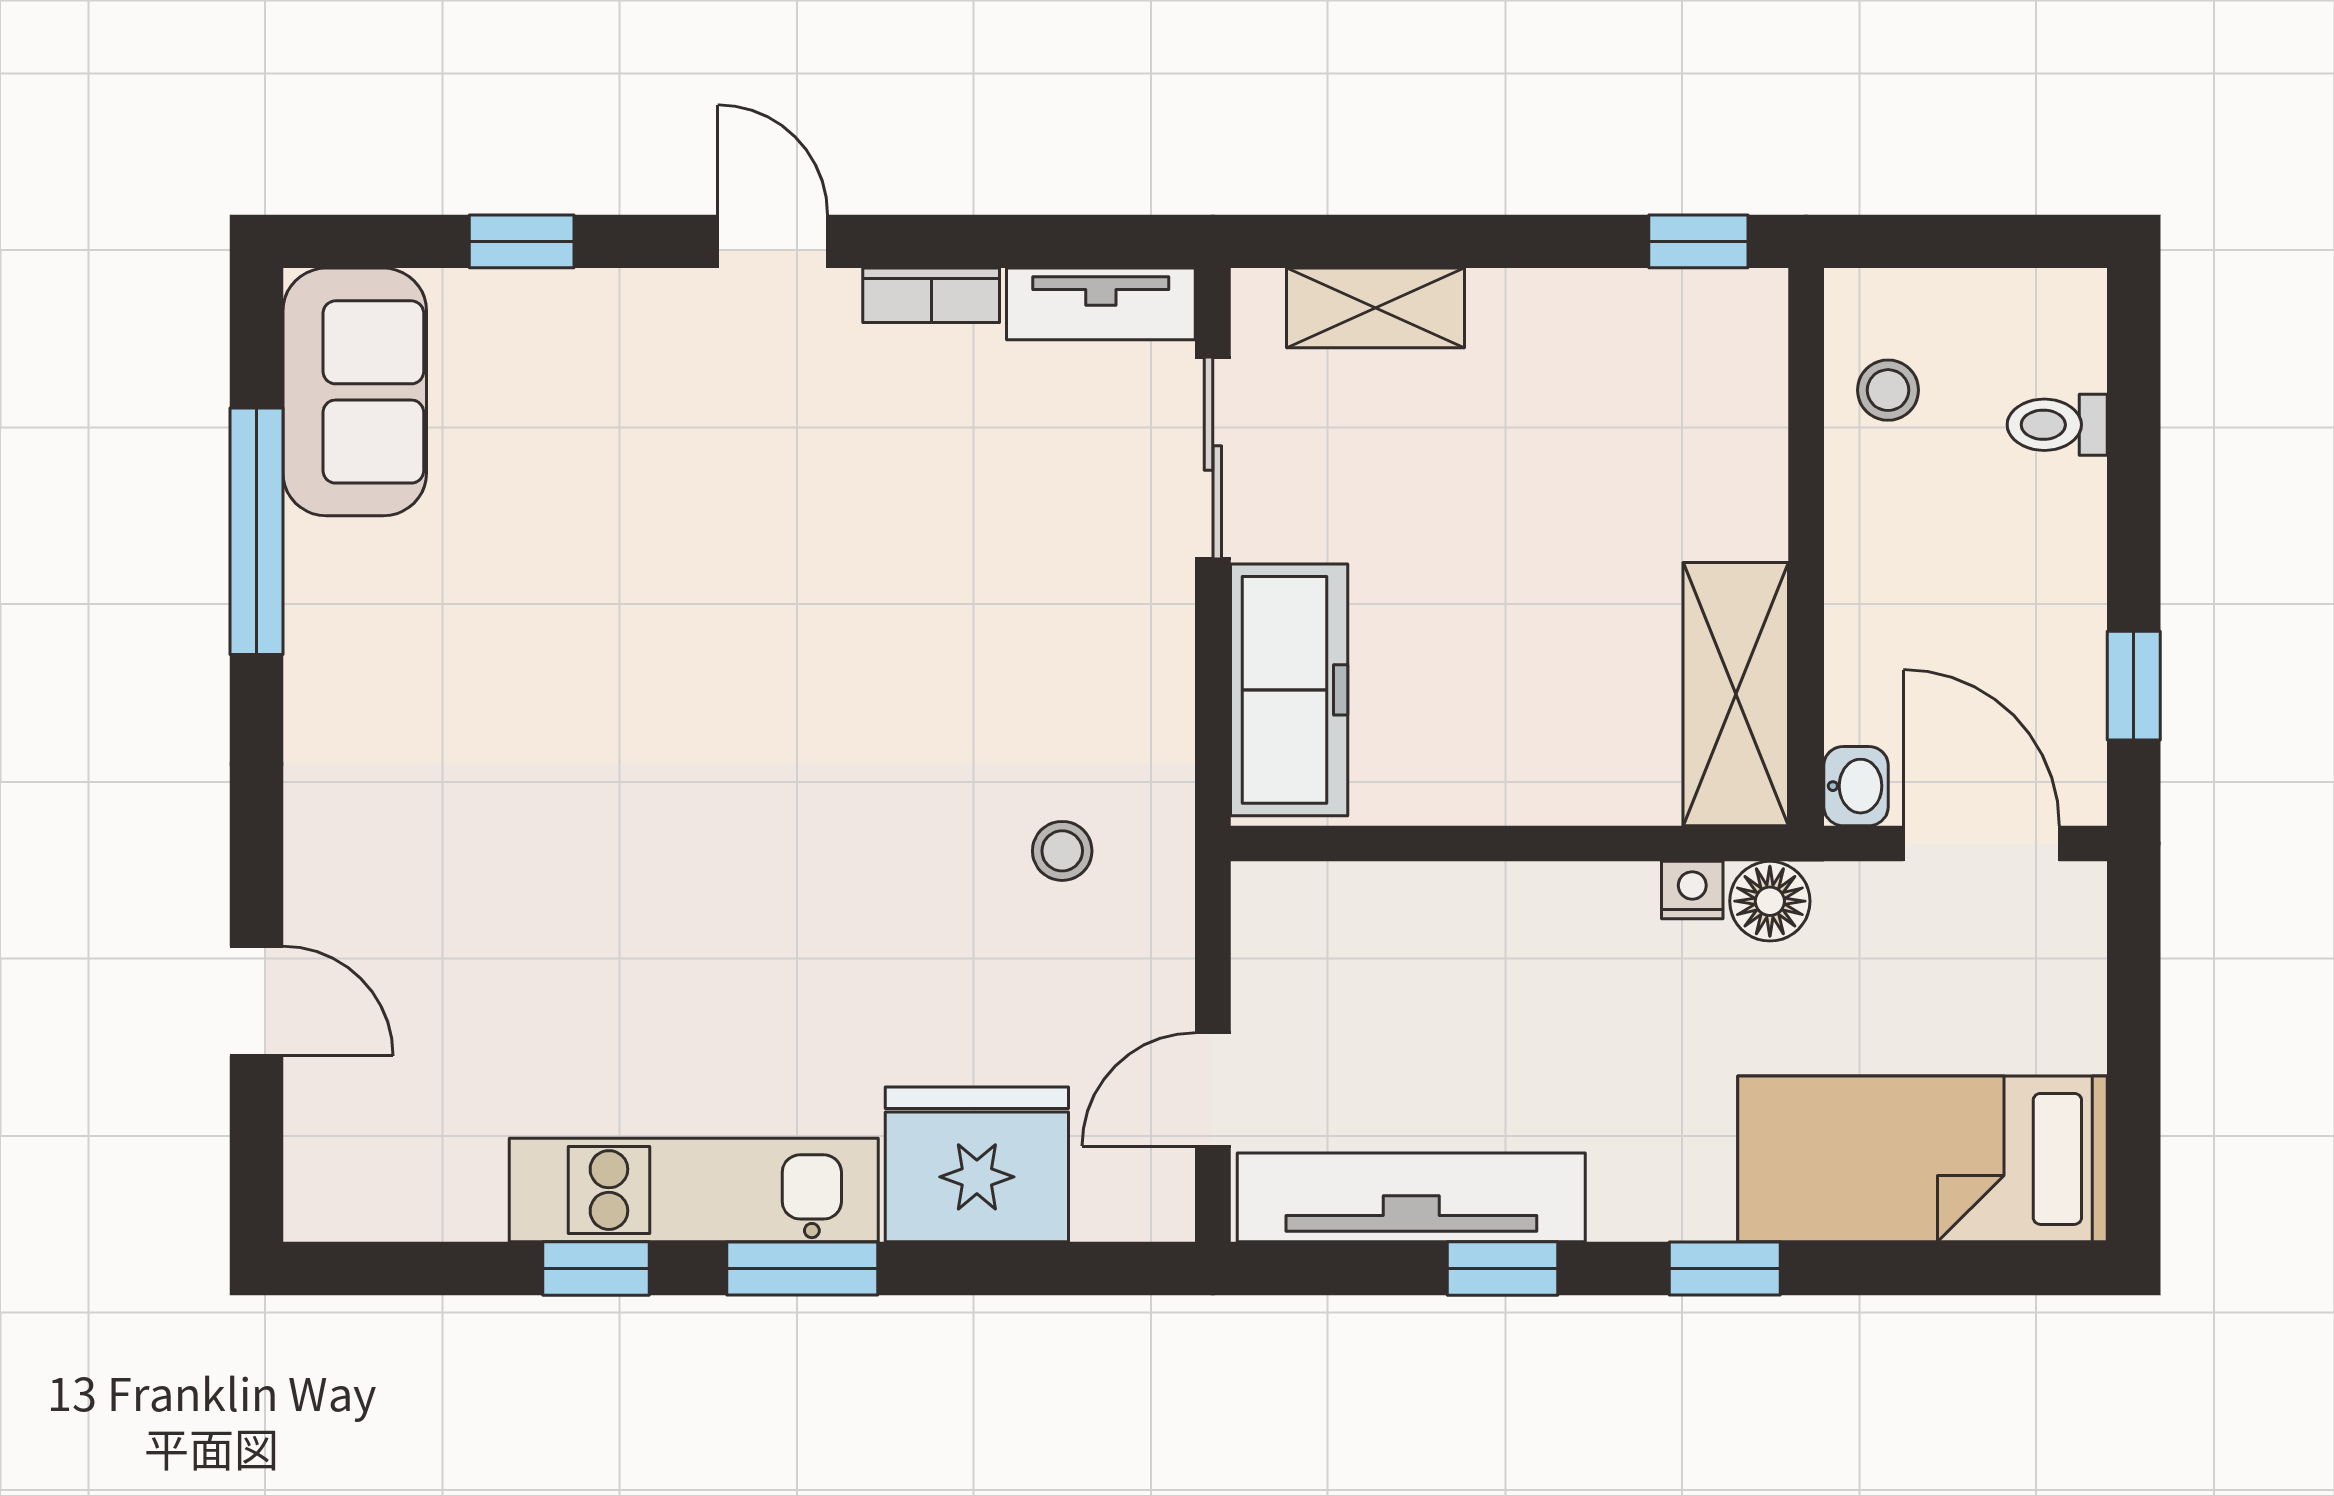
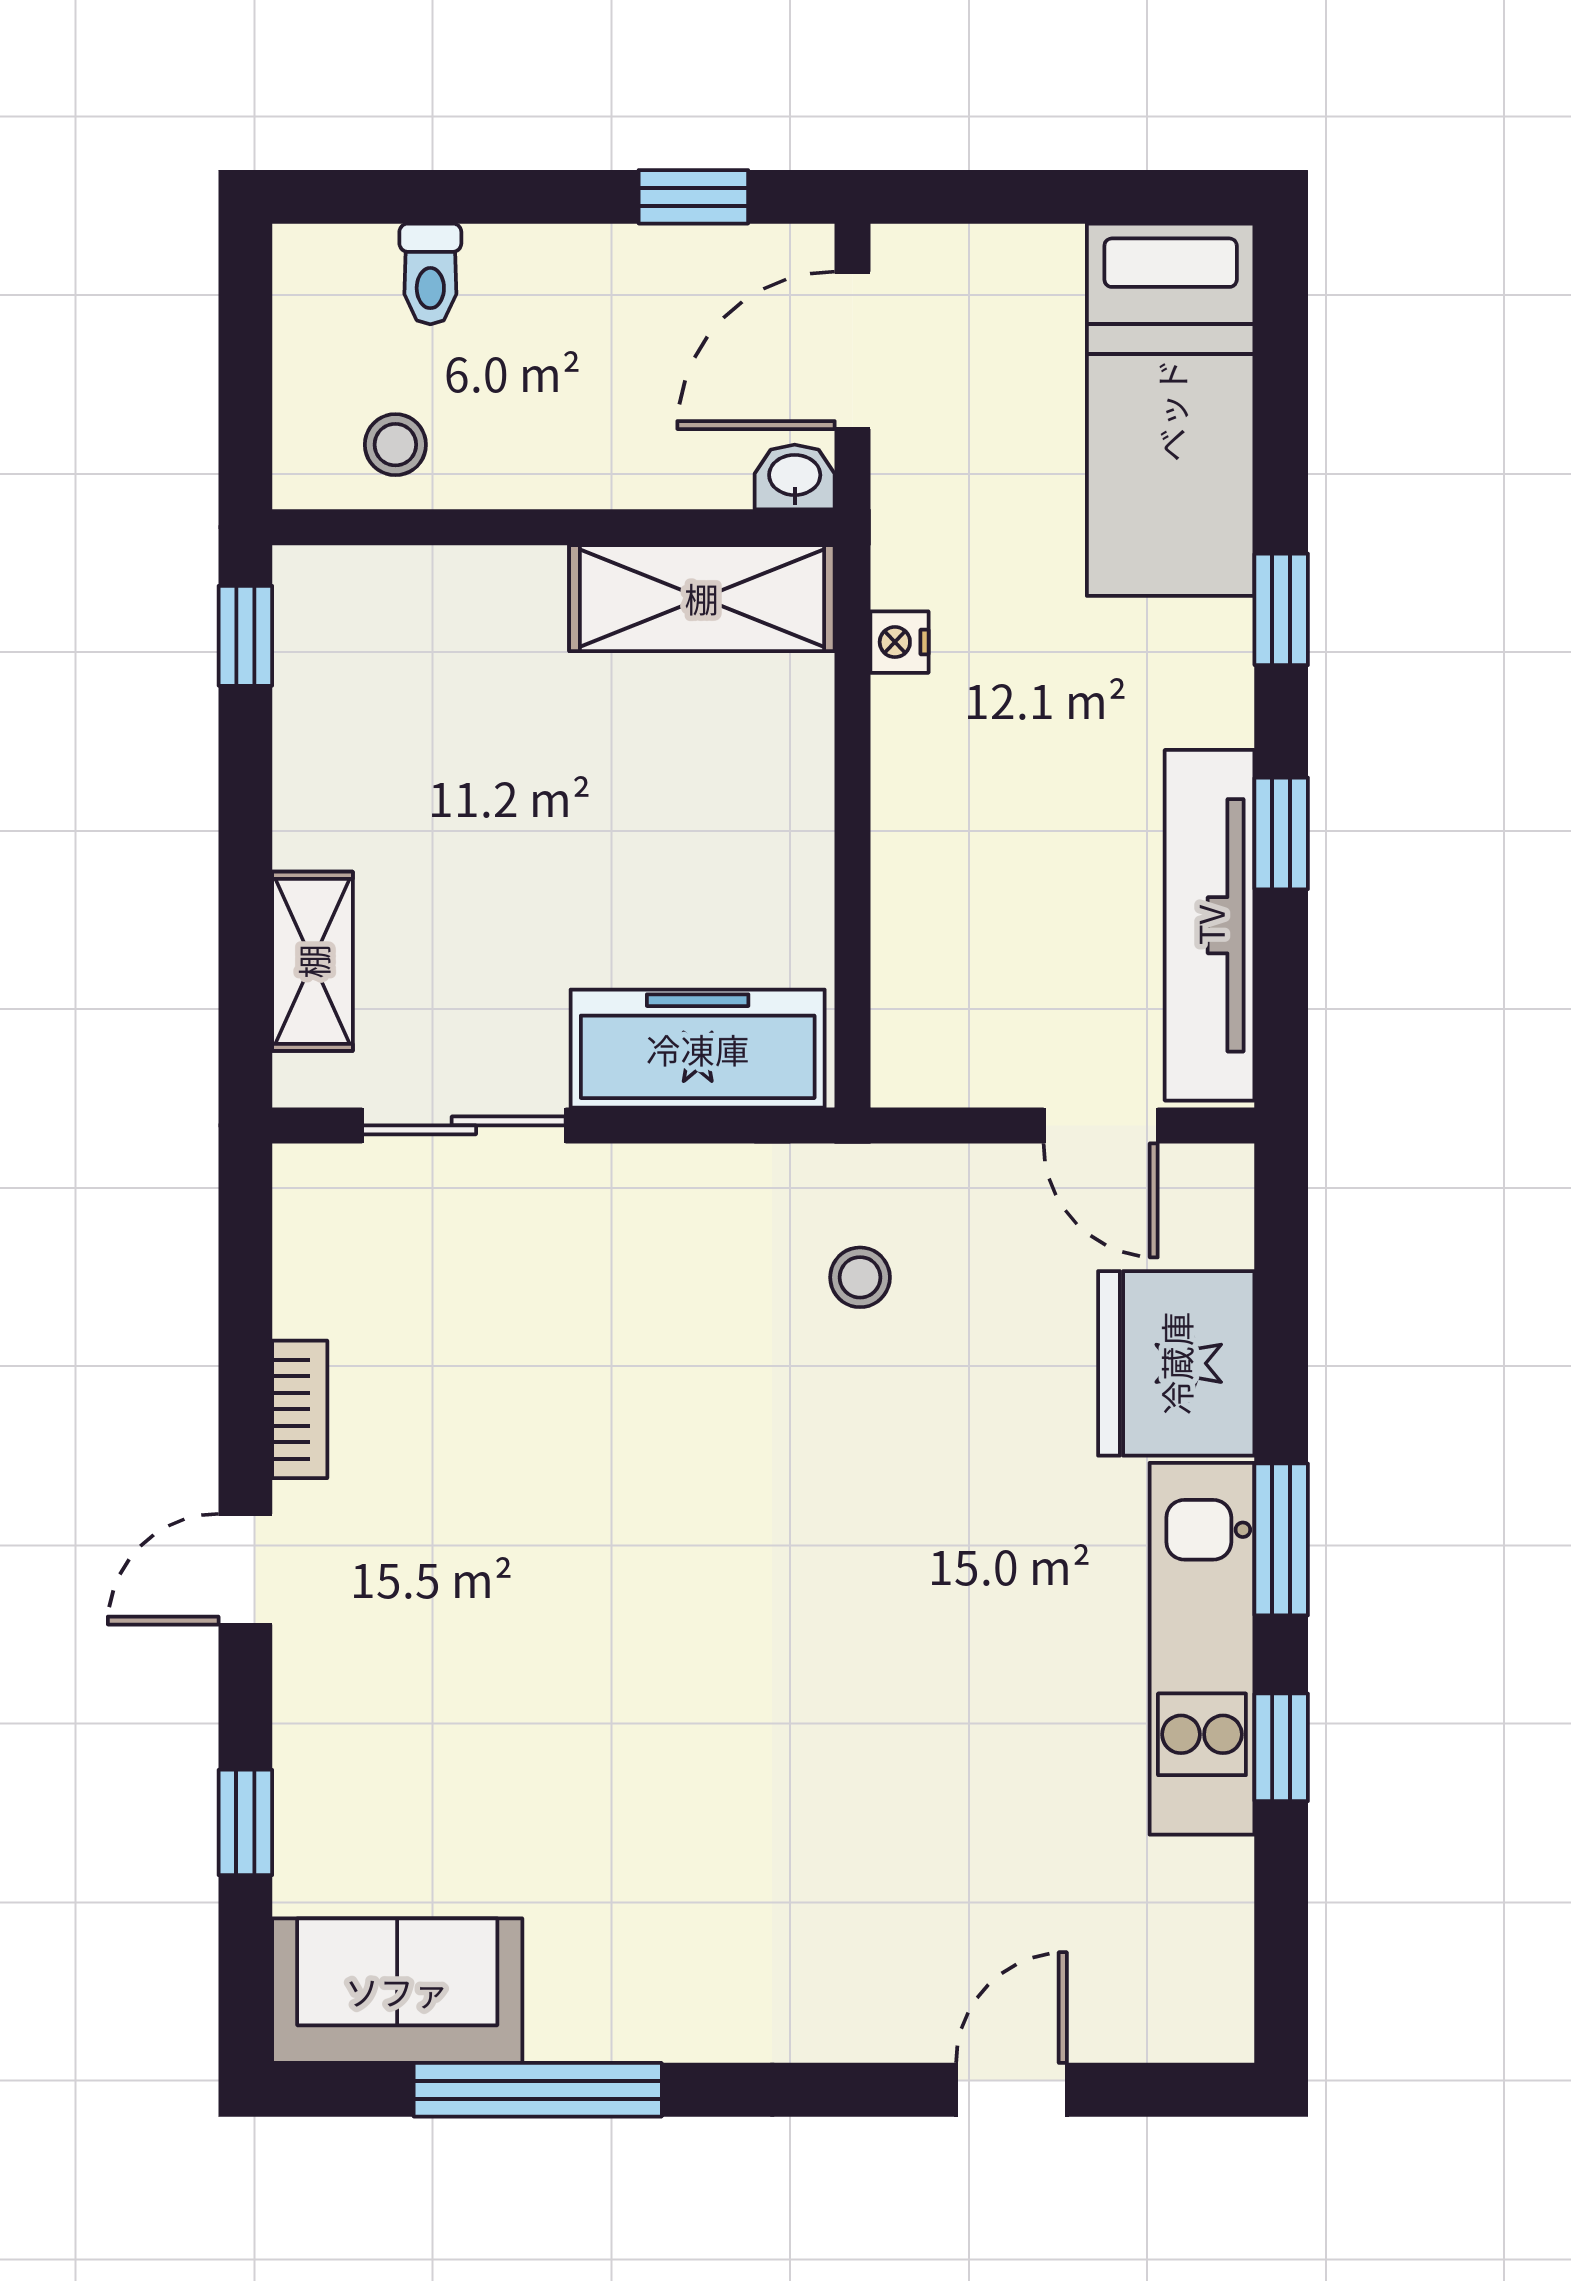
tv unit: (1101, 304) -> (308, 1238), removed
floor lamp: (1770, 901) -> (911, 564), removed

